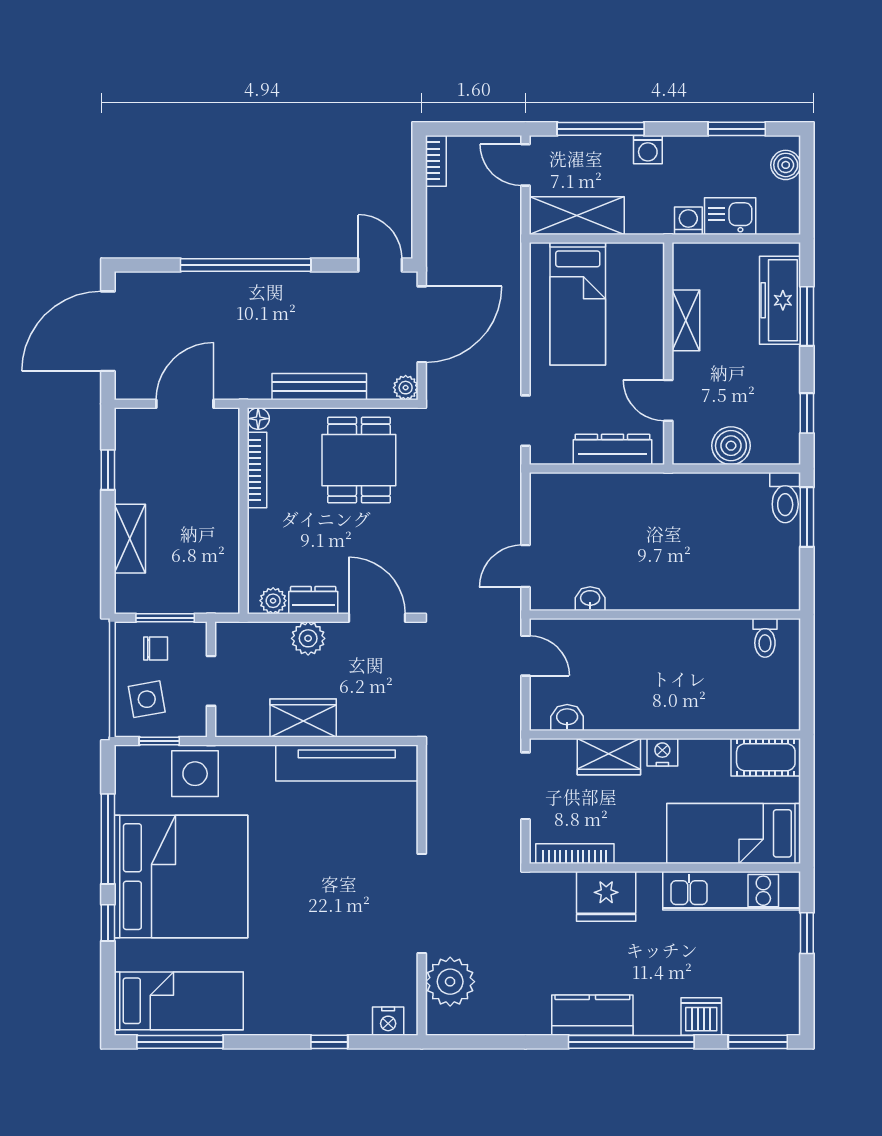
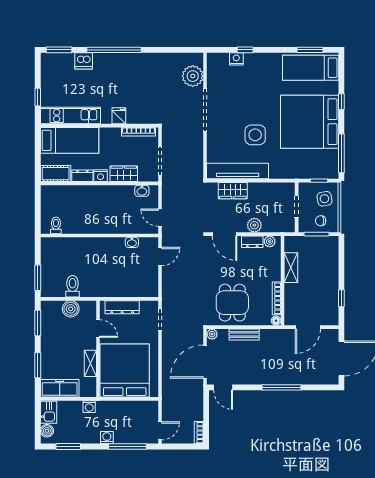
door: (526, 165) -> (160, 431), hinge flipped
shelving: (577, 216) -> (138, 409), removed
kitchen sink: (730, 216) -> (49, 412), moved, turned -90
window: (246, 265) -> (282, 387), width x0.68
freezer: (780, 300) -> (60, 388), moved, turned -90
bed: (578, 304) -> (125, 371), width x2.04
bench: (319, 387) -> (244, 334), width x0.73
window: (807, 413) -> (38, 323), width x1.50
toilet: (785, 498) -> (72, 286), moved
shelving: (130, 539) -> (291, 268), moved
wardrobe: (303, 718) -> (233, 191), moved
dresser: (704, 752) -> (82, 176), added
side table: (195, 774) -> (255, 135), moved
window: (108, 839) -> (341, 153), moved
fridge: (606, 896) -> (119, 116), width x0.53, depth x0.75
kitchen counter: (592, 1015) -> (131, 61), removed
nightstand: (388, 1021) -> (236, 59), moved
window: (180, 1042) -> (310, 50), width x0.69

